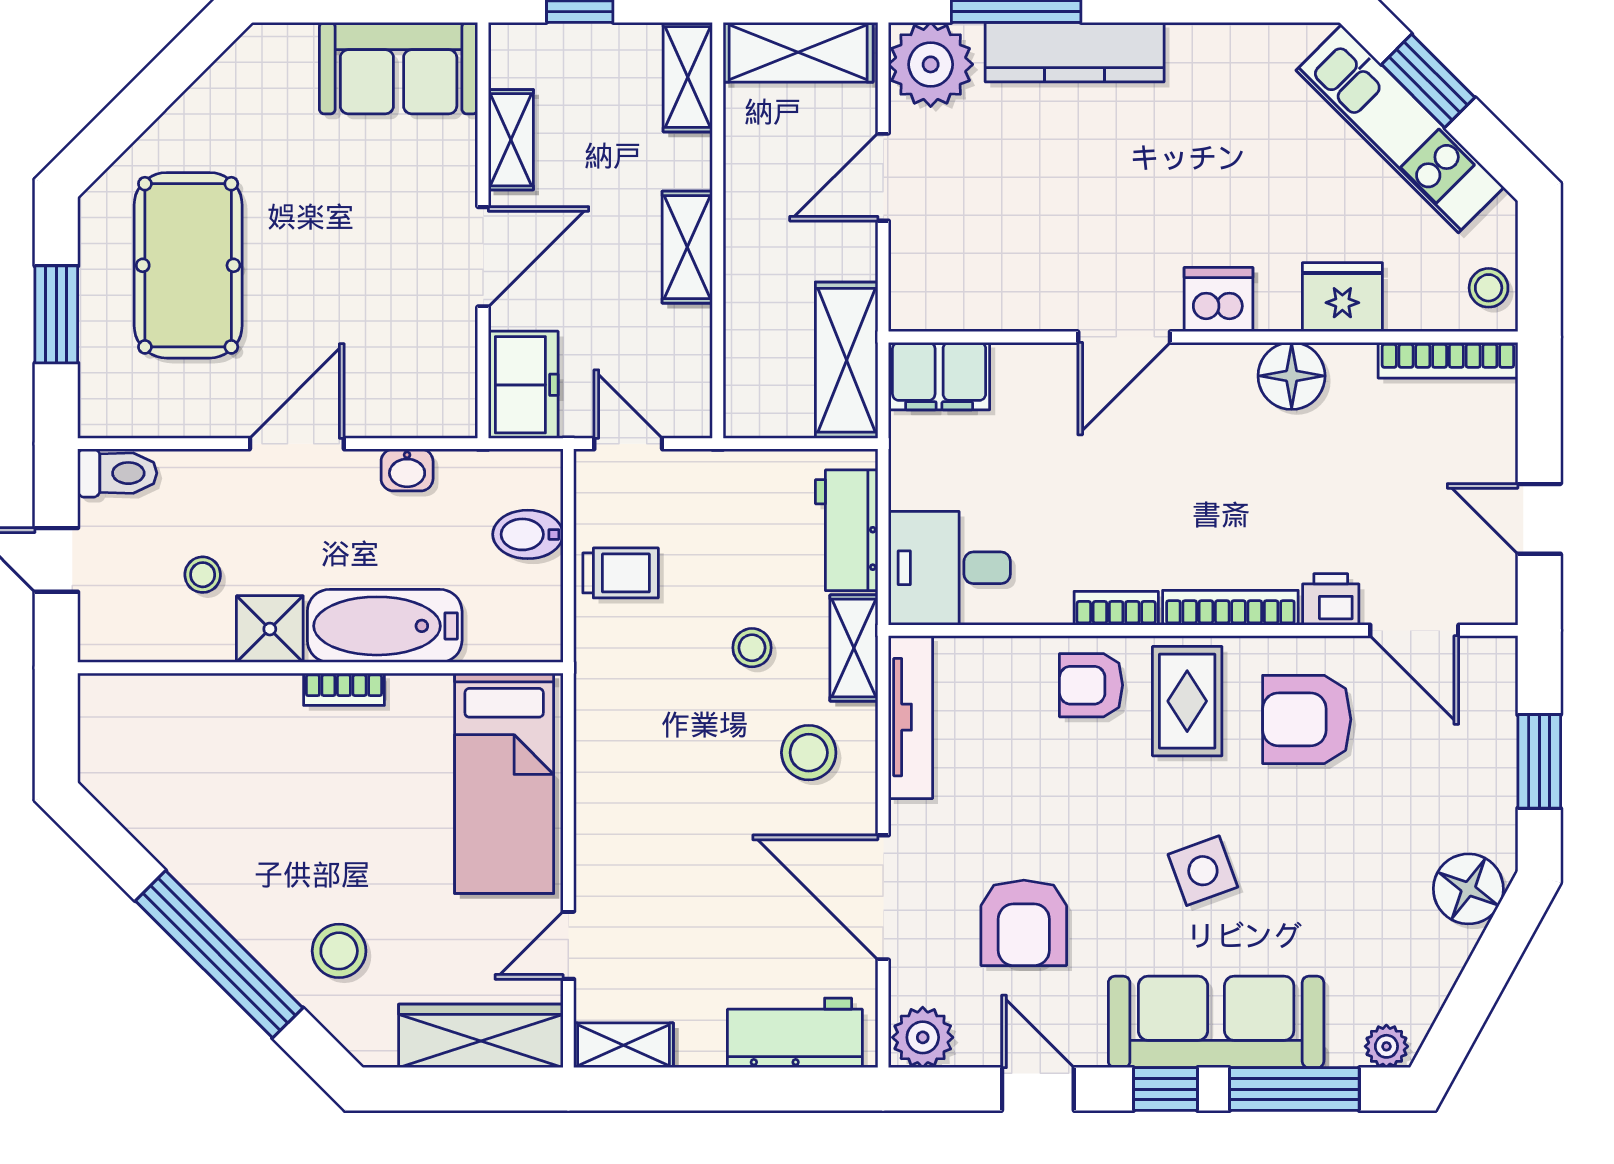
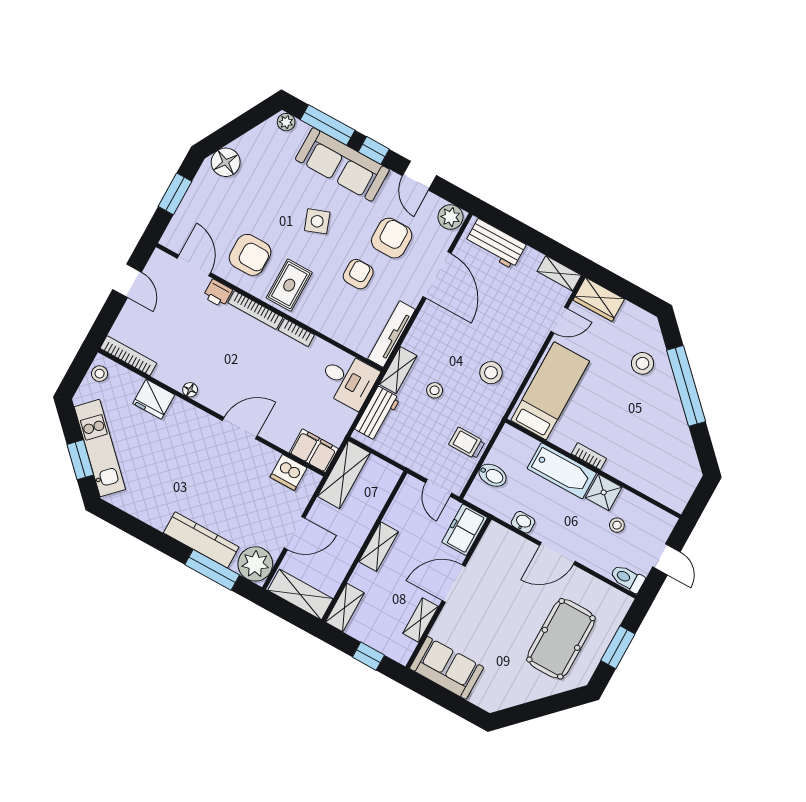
dishwasher: (1218, 300) -> (288, 472), moved
floor lamp: (1292, 376) -> (190, 390), width x0.53, depth x0.53
armchair: (1091, 685) -> (358, 274), moved, turned -90
stool: (809, 753) -> (491, 373), moved
wardrobe: (481, 1036) -> (599, 299), width x0.67

